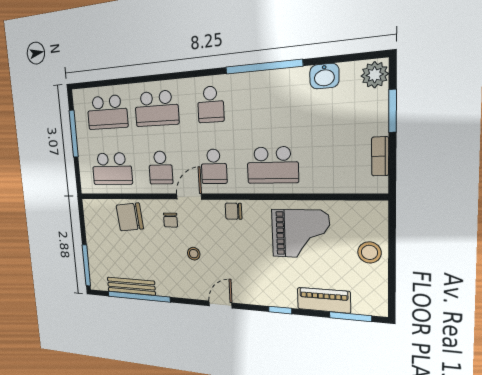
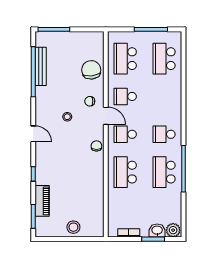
washbasin: (324, 76) -> (157, 231), moved, turned 90
school desk: (156, 108) -> (164, 172), moved
grand piano: (301, 234) -> (83, 188), removed

